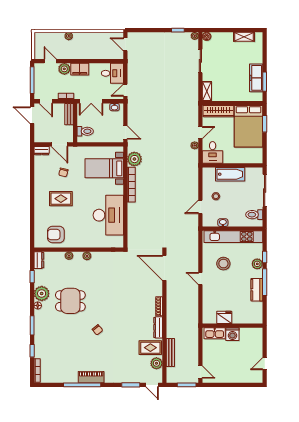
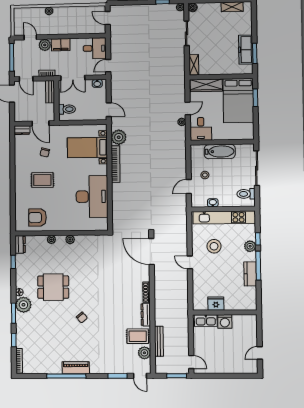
plant: (42, 293) -> (23, 305), moved

